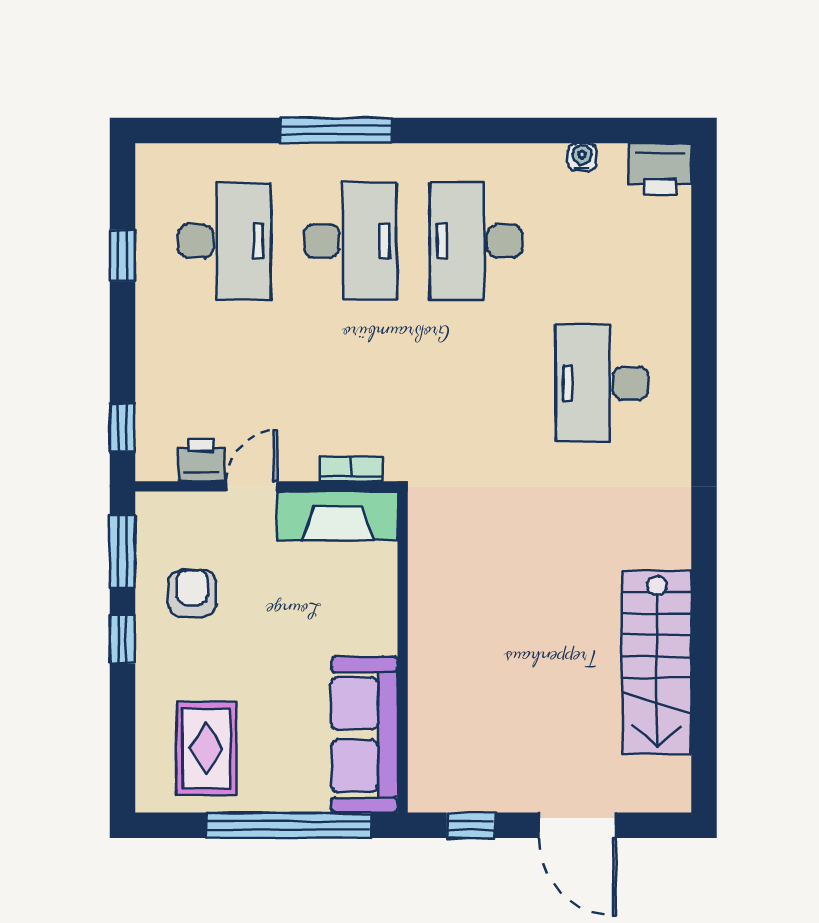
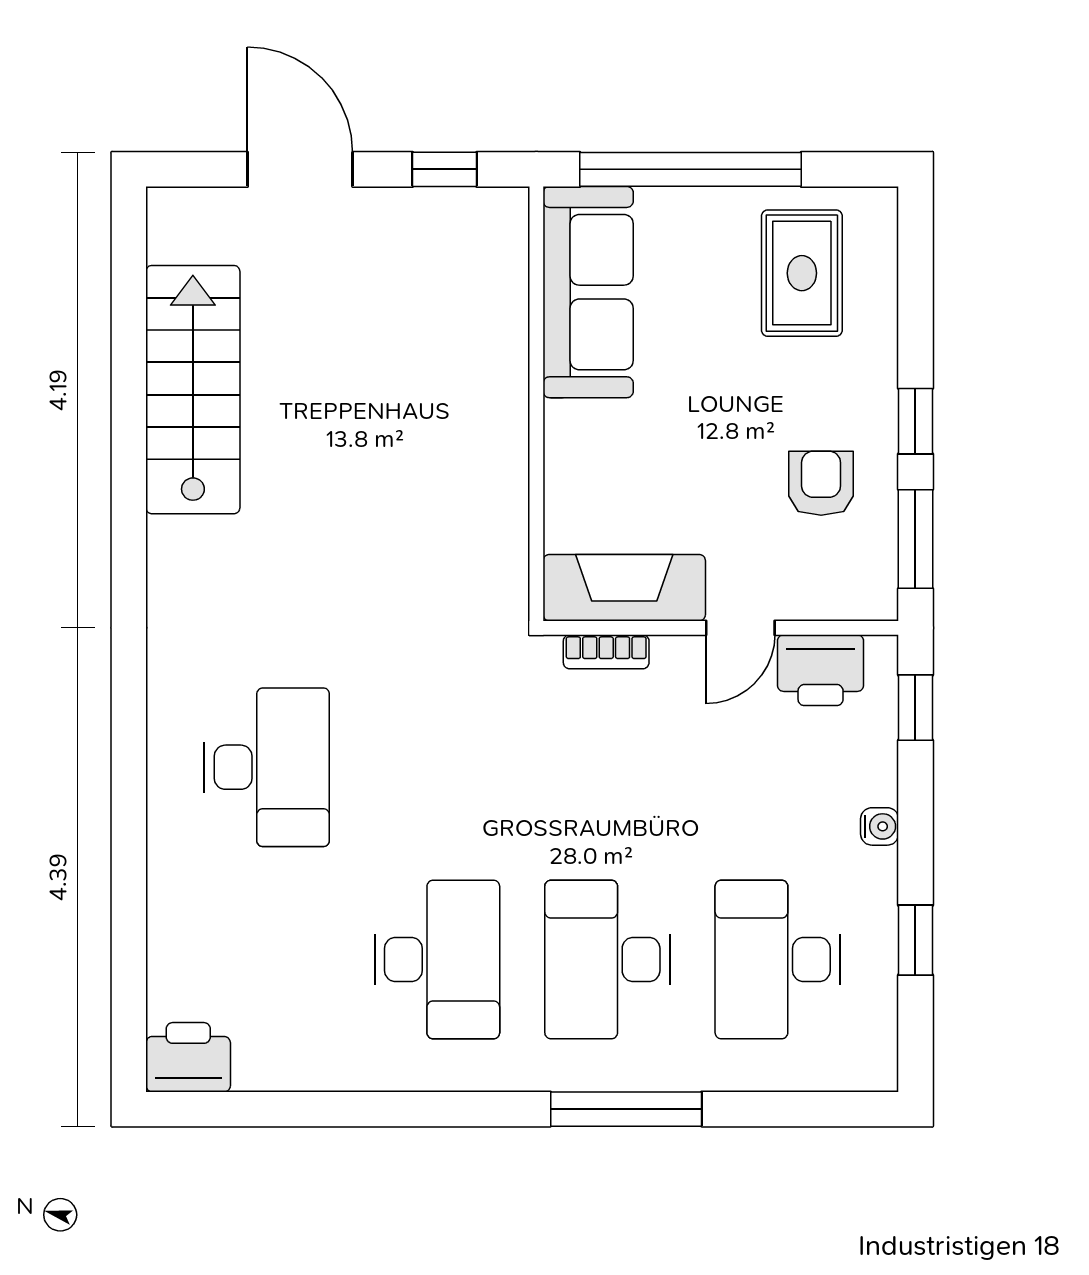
water cooler: (582, 157) -> (880, 826), moved, turned -90
printer: (201, 460) -> (821, 670), width x1.36, depth x1.24
armchair: (192, 593) -> (821, 483), turned 180

